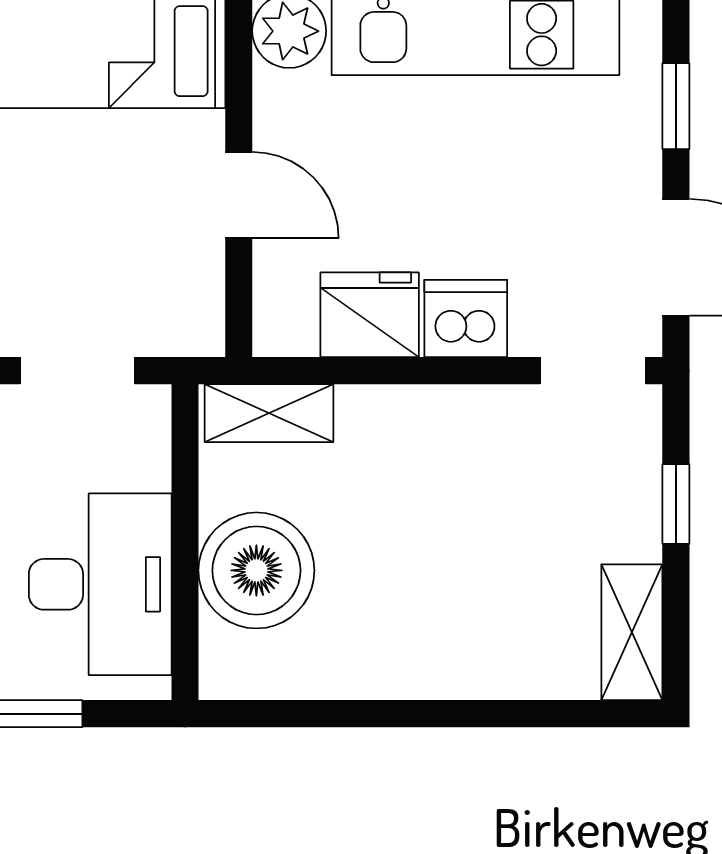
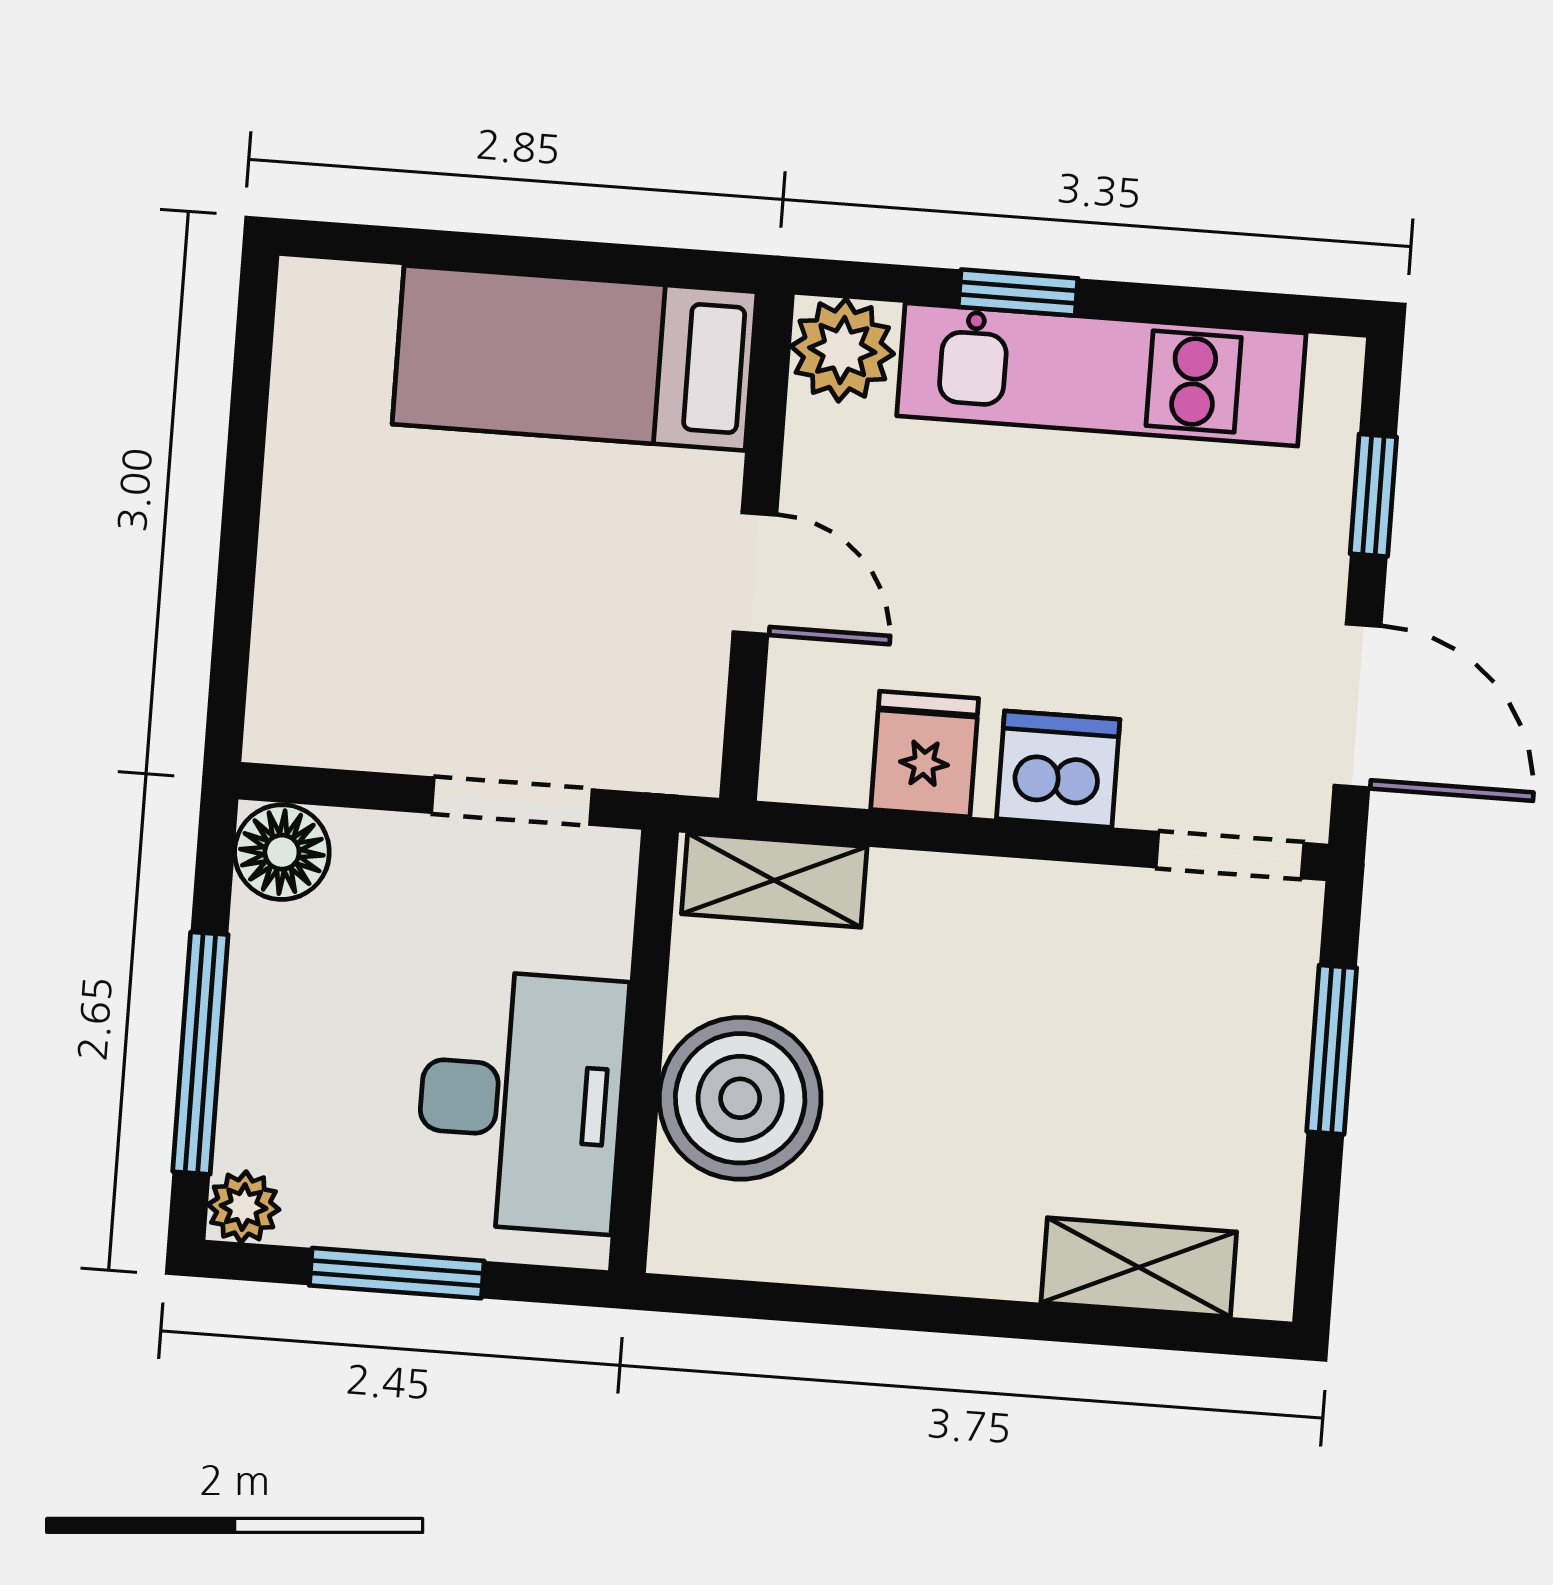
fridge: (370, 315) -> (925, 754), width x0.72
window: (676, 504) -> (1332, 1050), width x1.50
shelving: (632, 632) -> (1139, 1267), moved, turned 90

